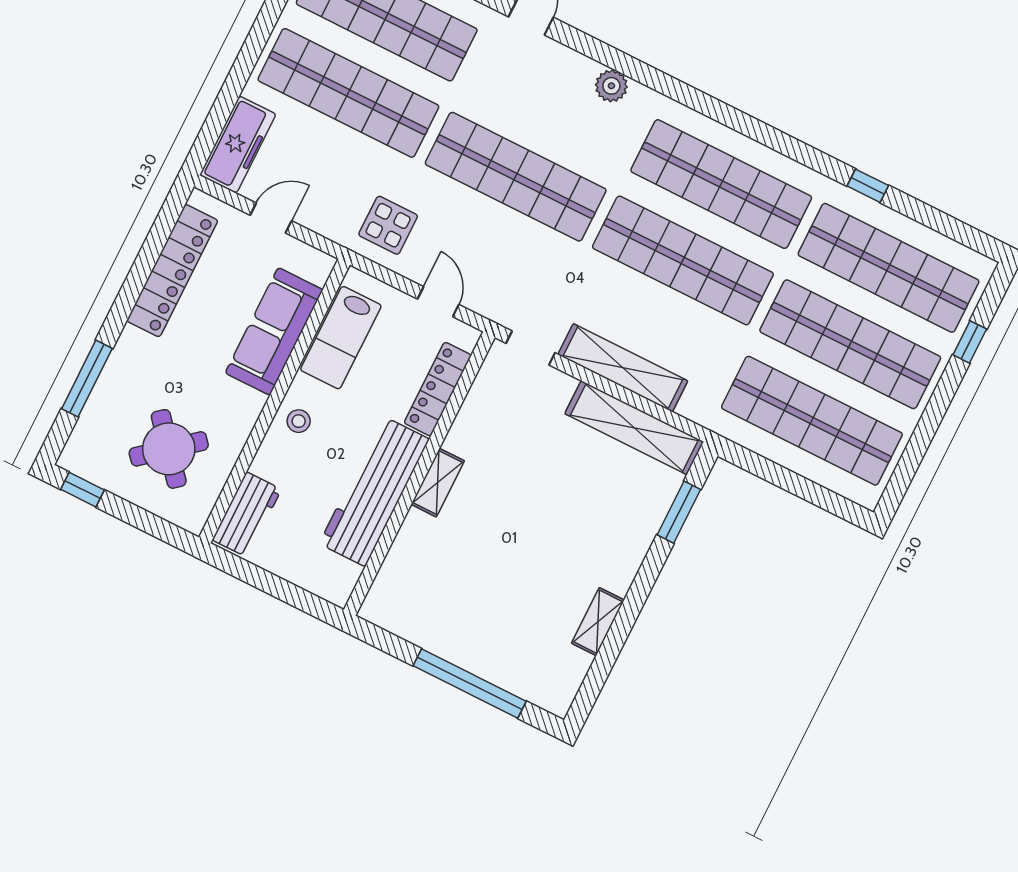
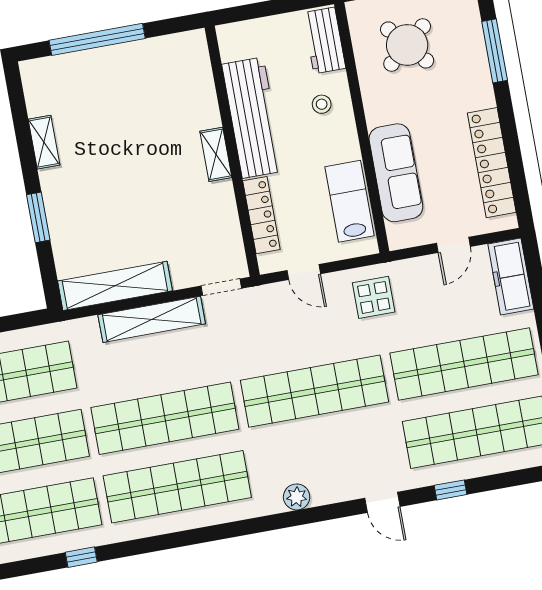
stool: (299, 421) -> (322, 104), moved
window: (679, 512) -> (38, 217), moved

